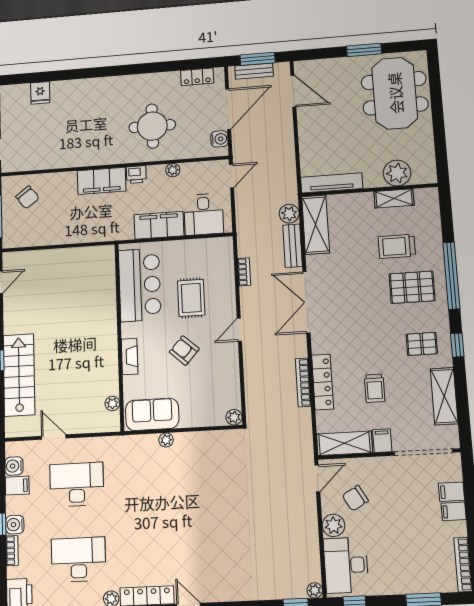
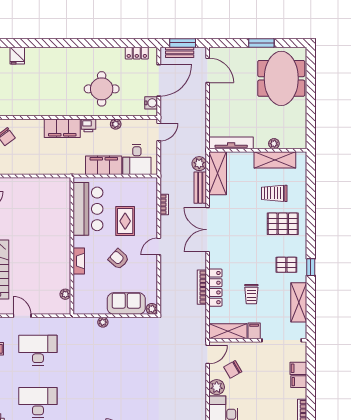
plant: (397, 173) -> (274, 144), width x0.53, depth x0.53
shelving: (394, 198) -> (275, 160), width x1.50, depth x1.33
window: (451, 276) -> (311, 217), removed
sofa: (152, 414) -> (126, 304), moved

